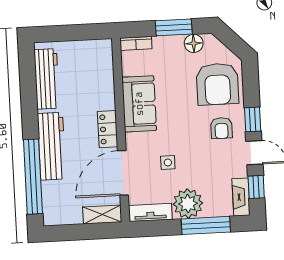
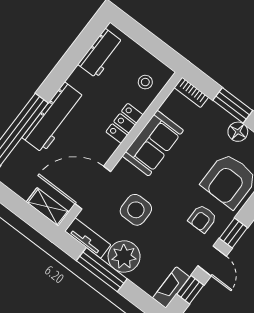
stool: (96, 64) -> (145, 82), added
workbench: (47, 79) -> (101, 53), width x0.73
locker: (108, 129) -> (124, 123), moved
side table: (168, 162) -> (136, 210), width x1.87, depth x1.87
window: (206, 225) -> (102, 270), moved

